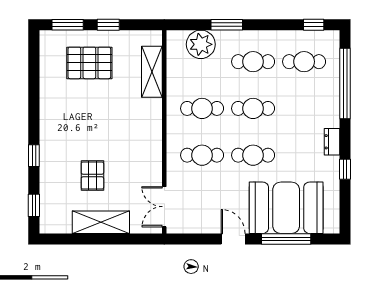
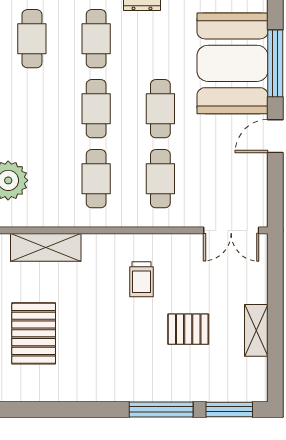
cafe table: (253, 62) -> (96, 39), moved
trolley: (129, 142) -> (142, 279), added
window: (34, 156) -> (161, 409), width x2.17
window: (34, 205) -> (229, 409), width x1.50
shelving: (101, 222) -> (256, 330), width x0.67, depth x0.75

